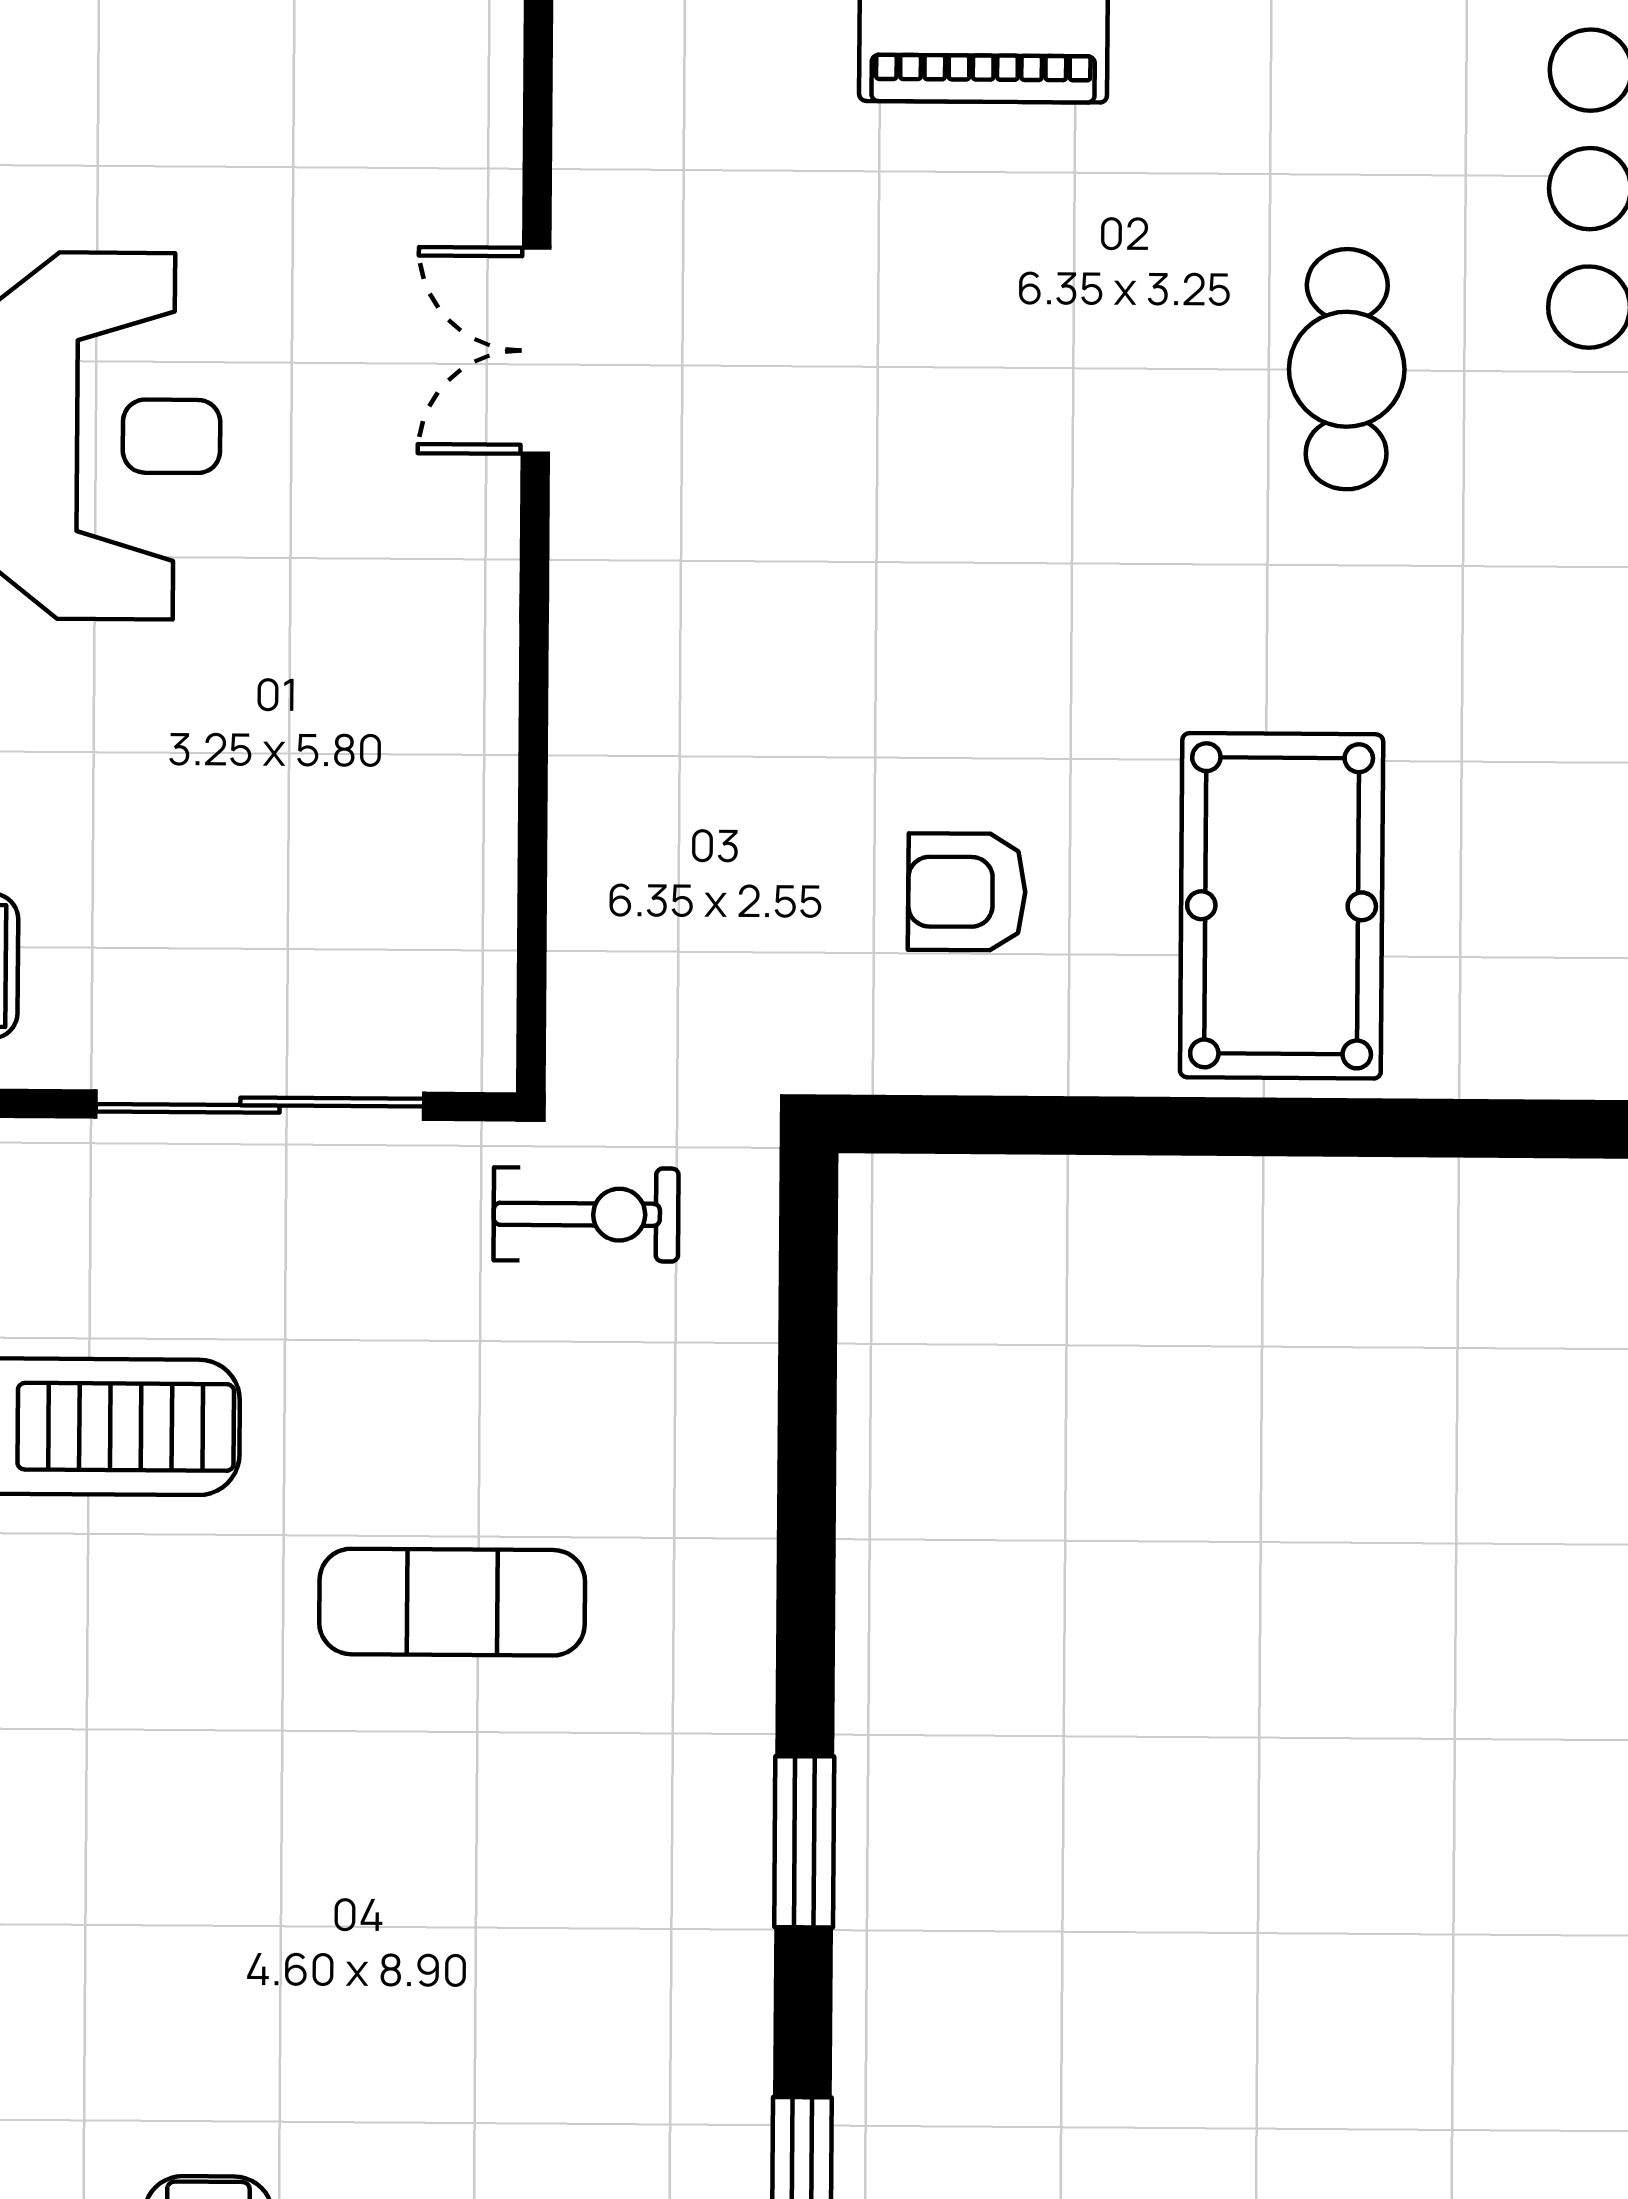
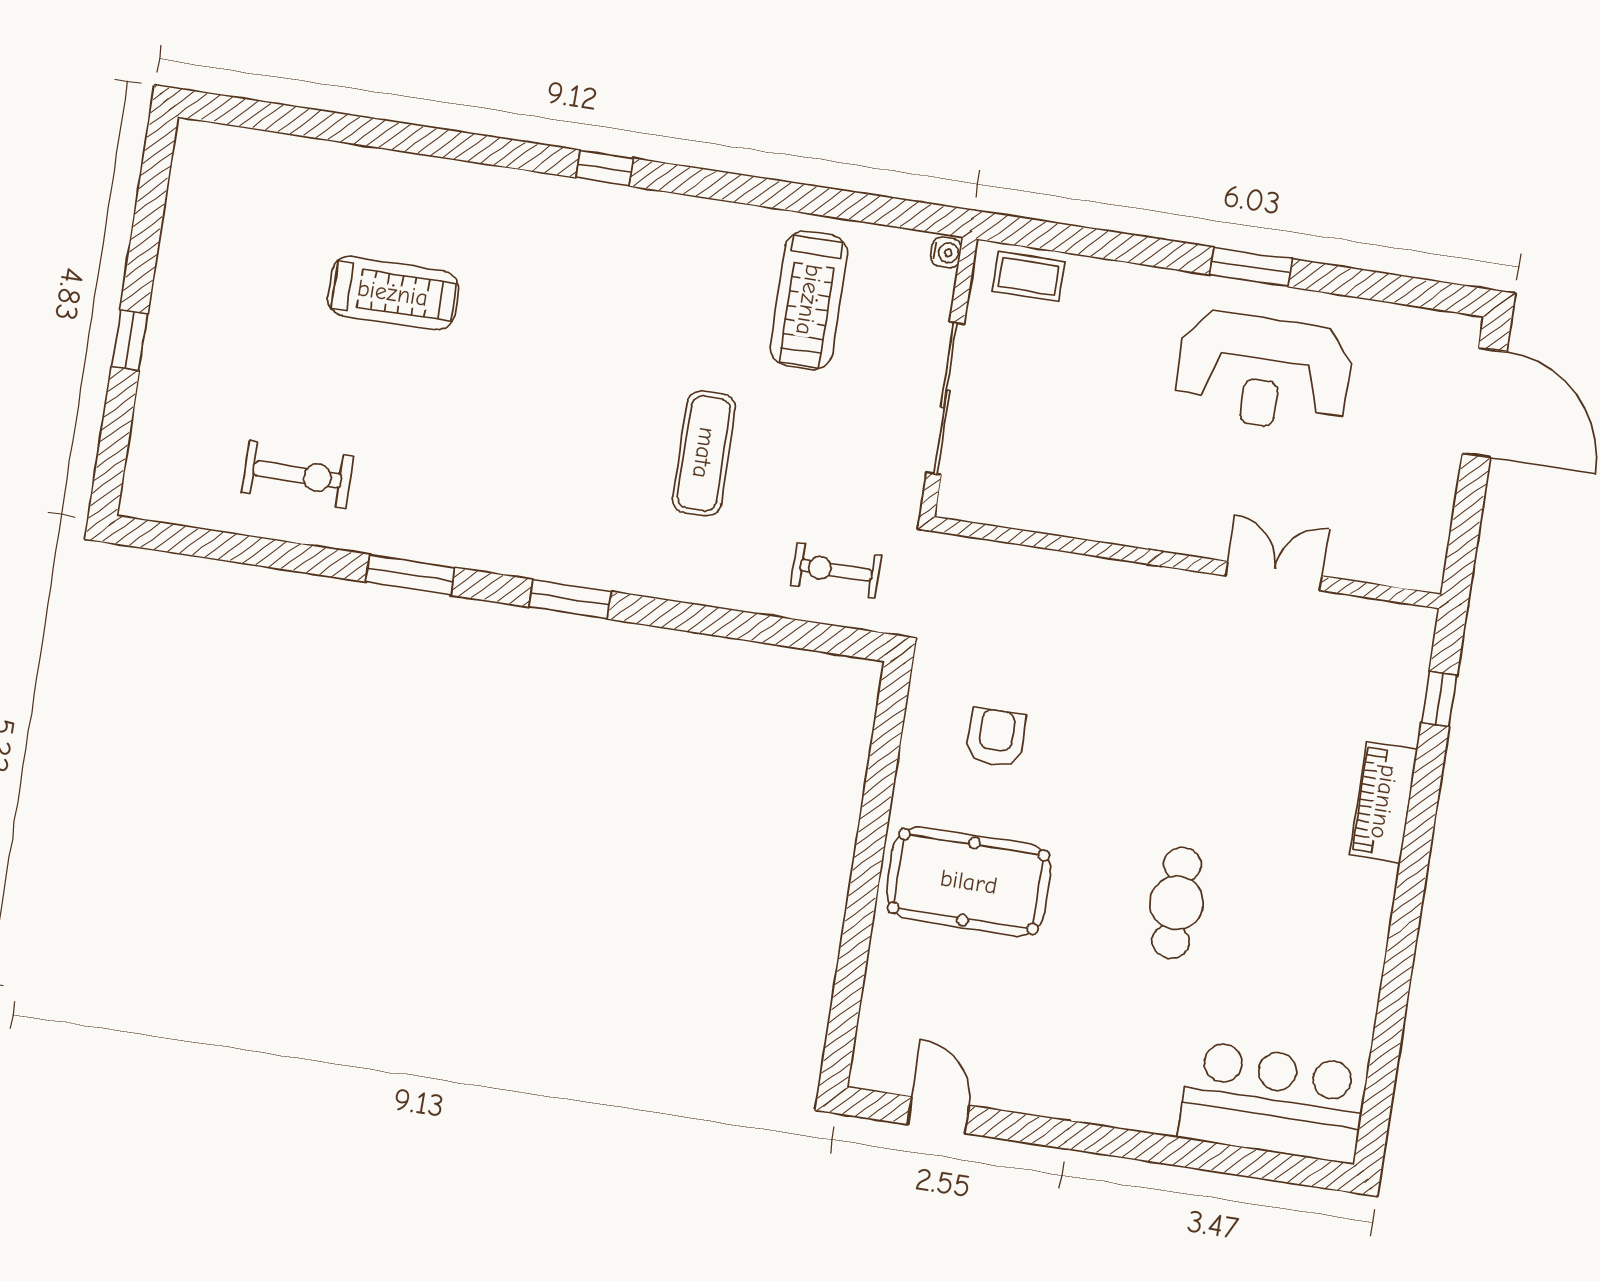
cafe table: (1347, 369) -> (1177, 903), moved, turned 90
exercise bike: (586, 1214) -> (836, 570), moved, turned 90

